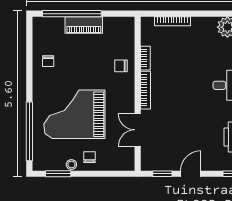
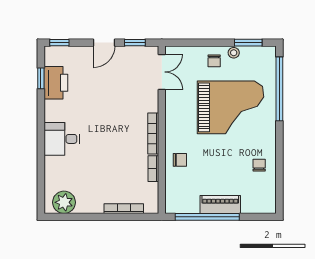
window: (72, 14) -> (207, 217), moved
double door: (138, 130) -> (162, 72), moved

